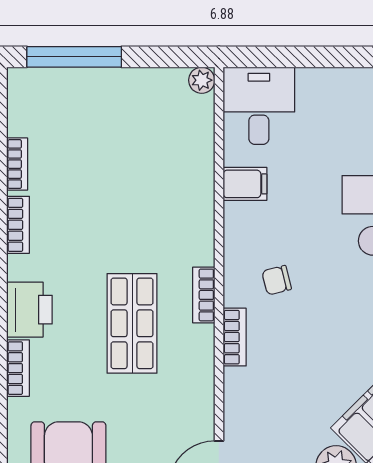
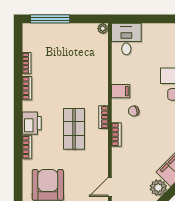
filing cabinet: (245, 184) -> (121, 91), moved

